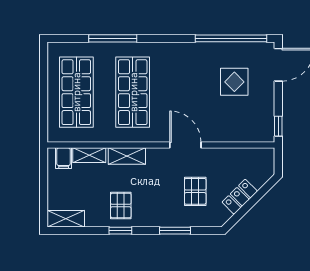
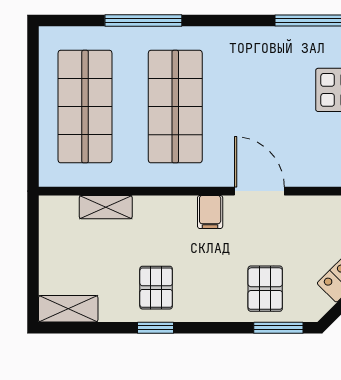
shelving: (127, 156) -> (166, 209), removed
filing cabinet: (64, 158) -> (210, 212), moved
pallet: (195, 191) -> (265, 289), moved
window: (175, 231) -> (278, 328), moved

